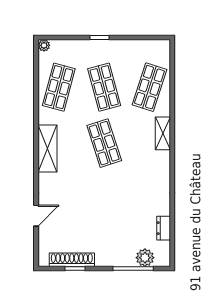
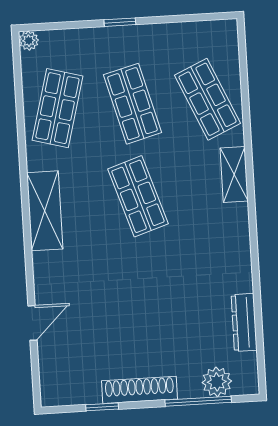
shop shelf: (149, 87) -> (208, 99), turned -42
dresser: (164, 228) -> (244, 322), width x1.44
shoe rack: (72, 260) -> (139, 390), moved

